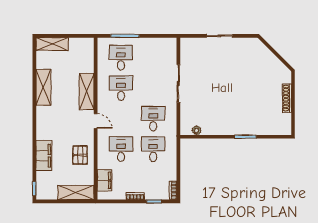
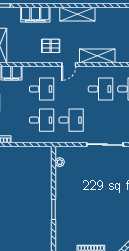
shelving: (43, 87) -> (77, 14), moved
pallet: (80, 155) -> (51, 46), moved

